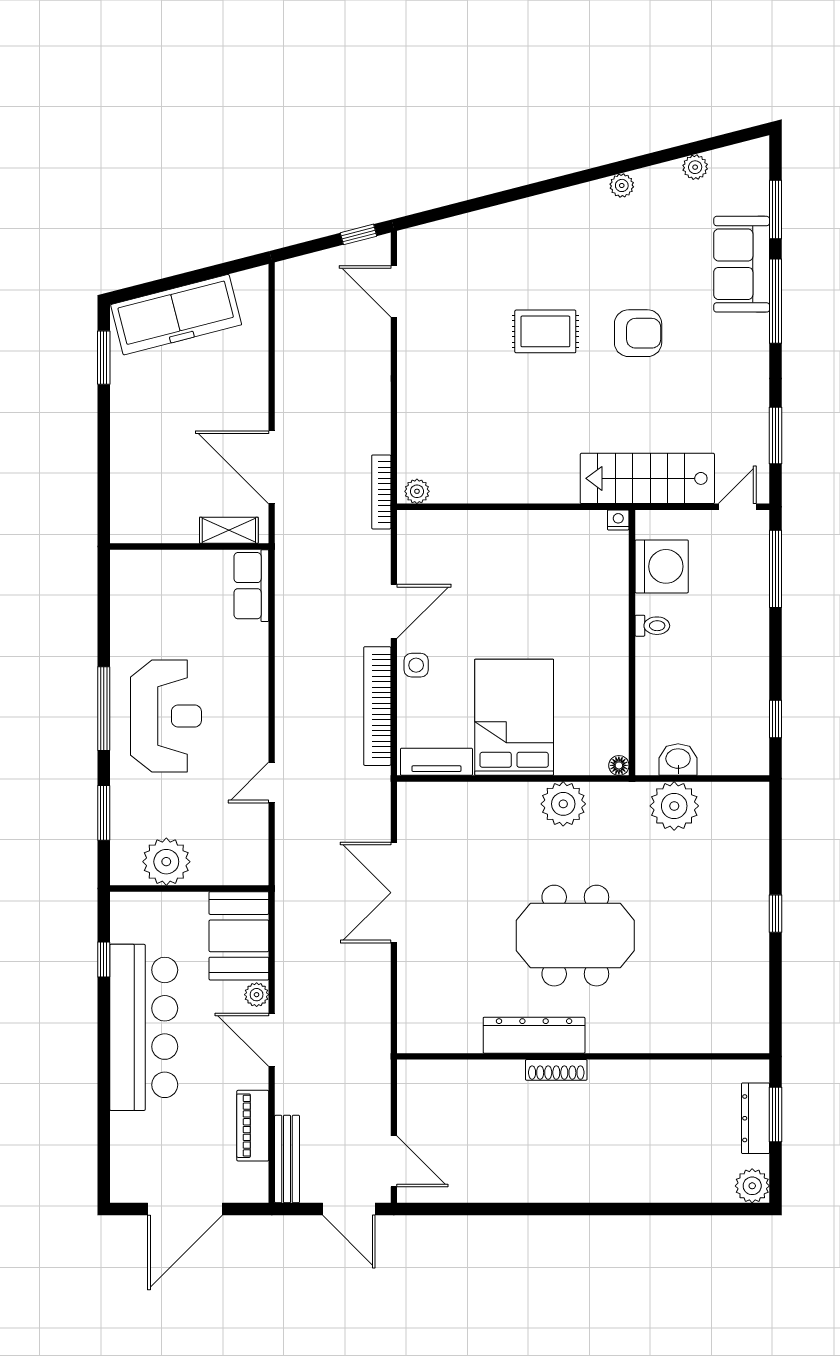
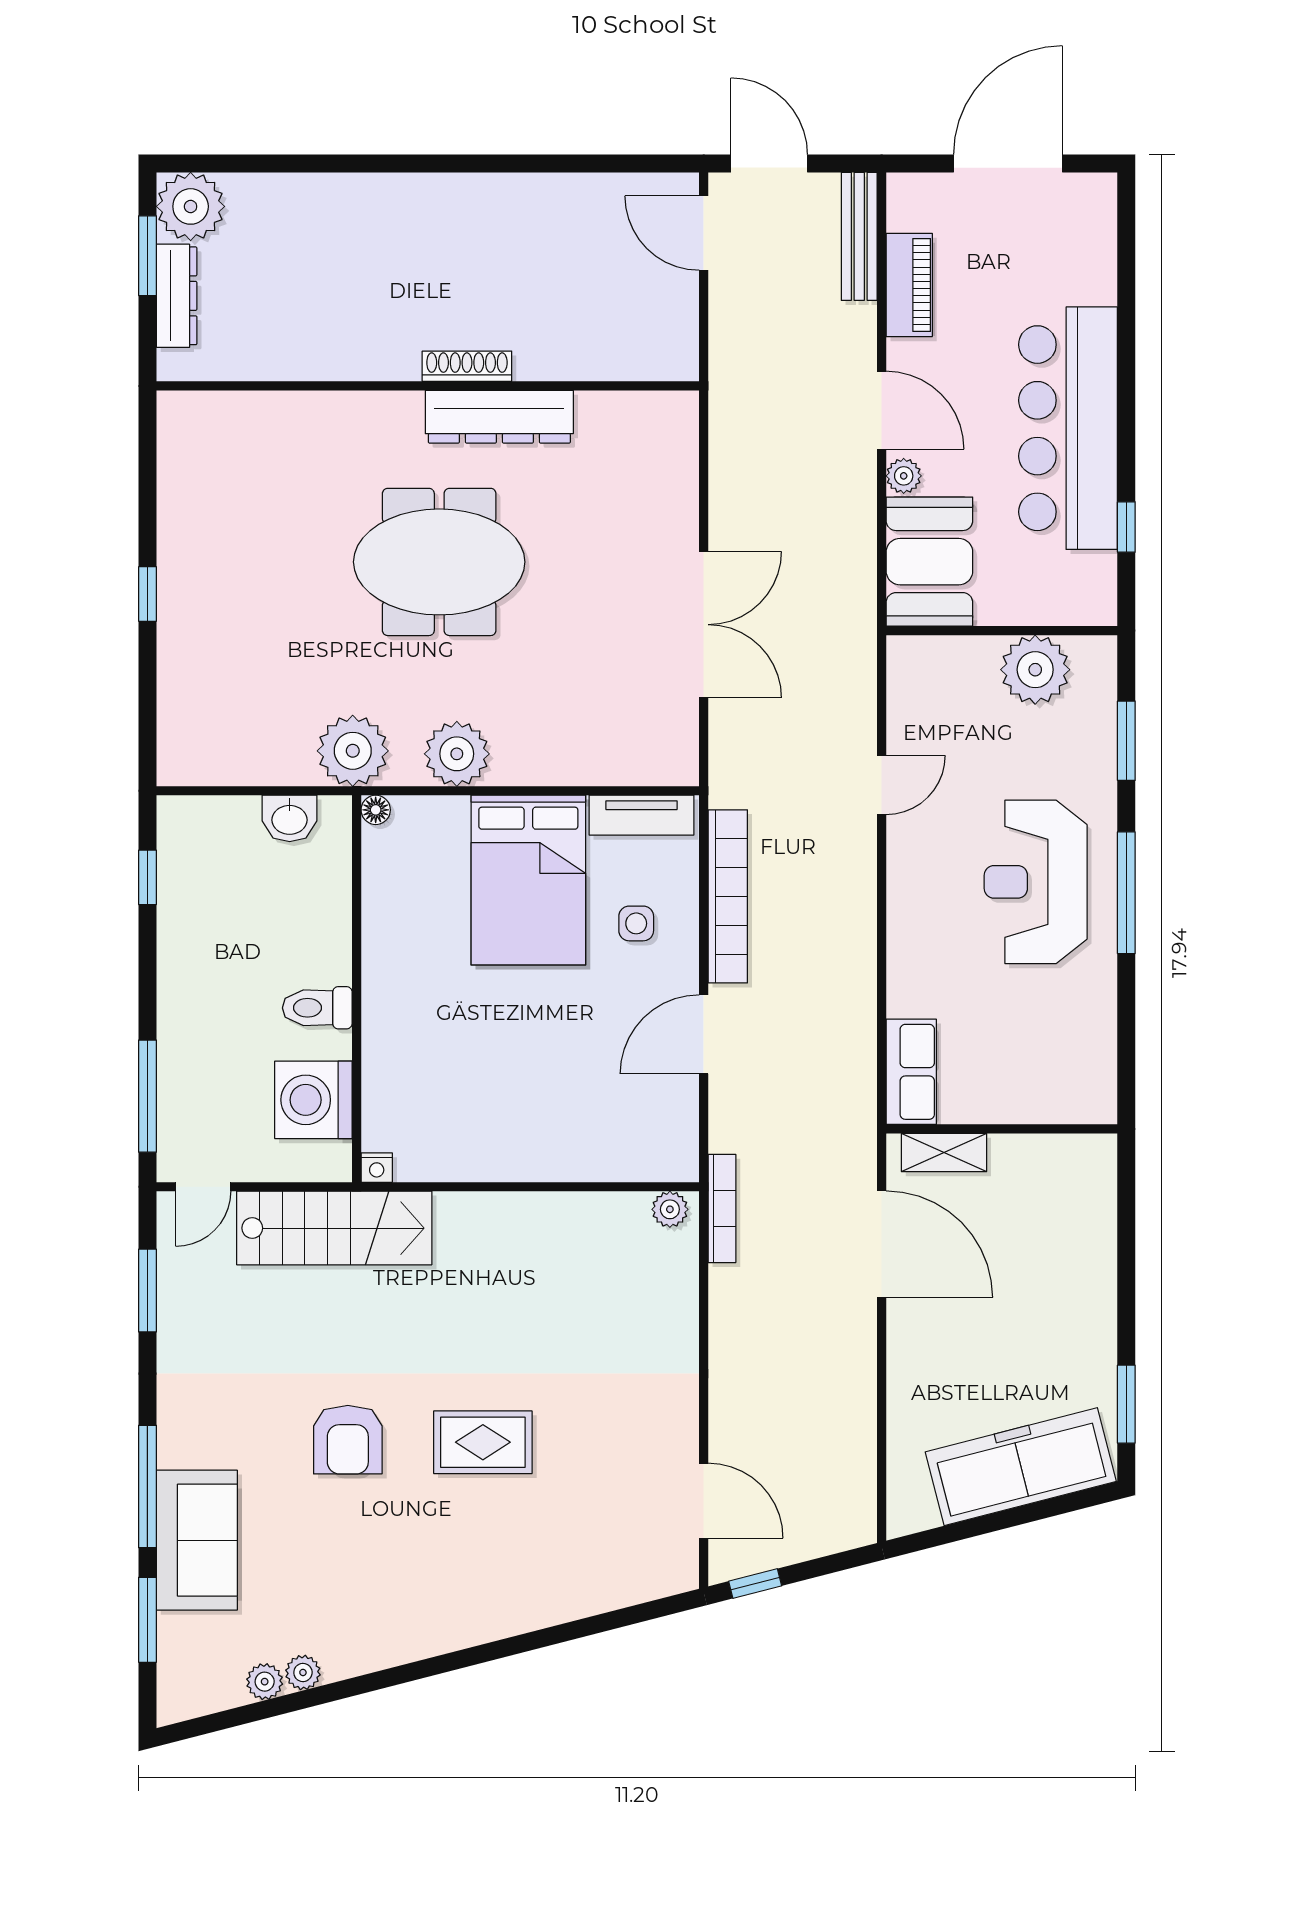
plant: (622, 185) -> (303, 1673), moved
armchair: (638, 333) -> (348, 1440), turned -90
toilet: (652, 626) -> (317, 1008), width x1.37, depth x1.39
side table: (416, 665) -> (636, 923), moved
plant: (674, 806) -> (353, 751), moved
window: (776, 1115) -> (147, 256), moved
plant: (752, 1186) -> (191, 206), width x1.36, depth x1.36

